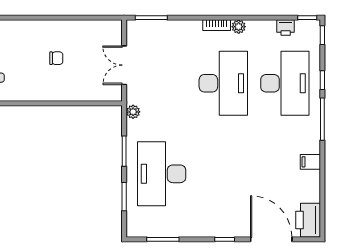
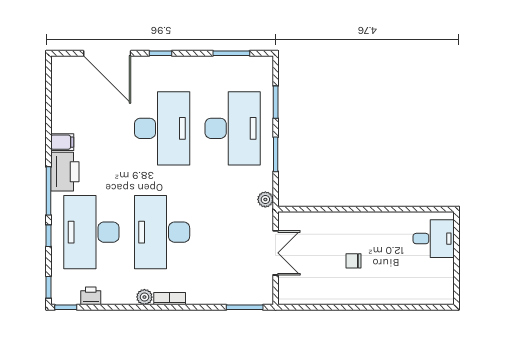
desk: (223, 174) -> (162, 128), added
printer: (308, 220) -> (65, 172), moved

